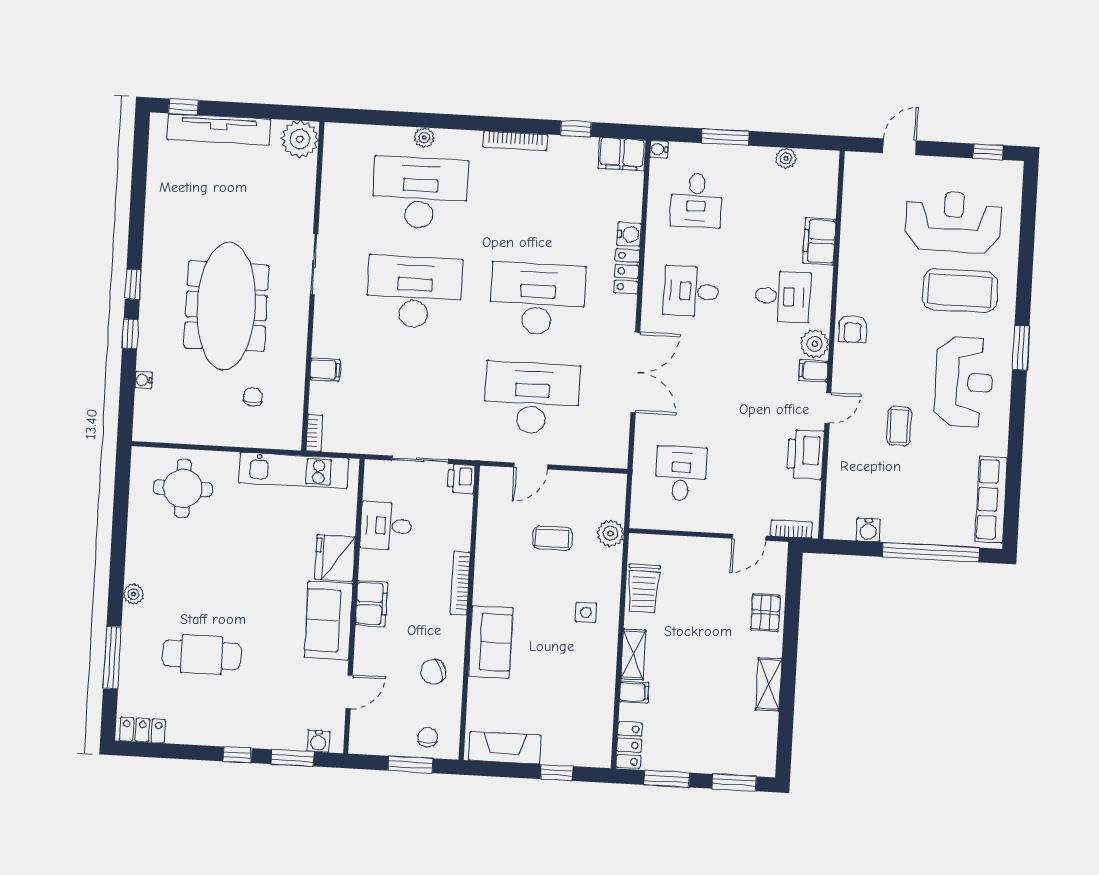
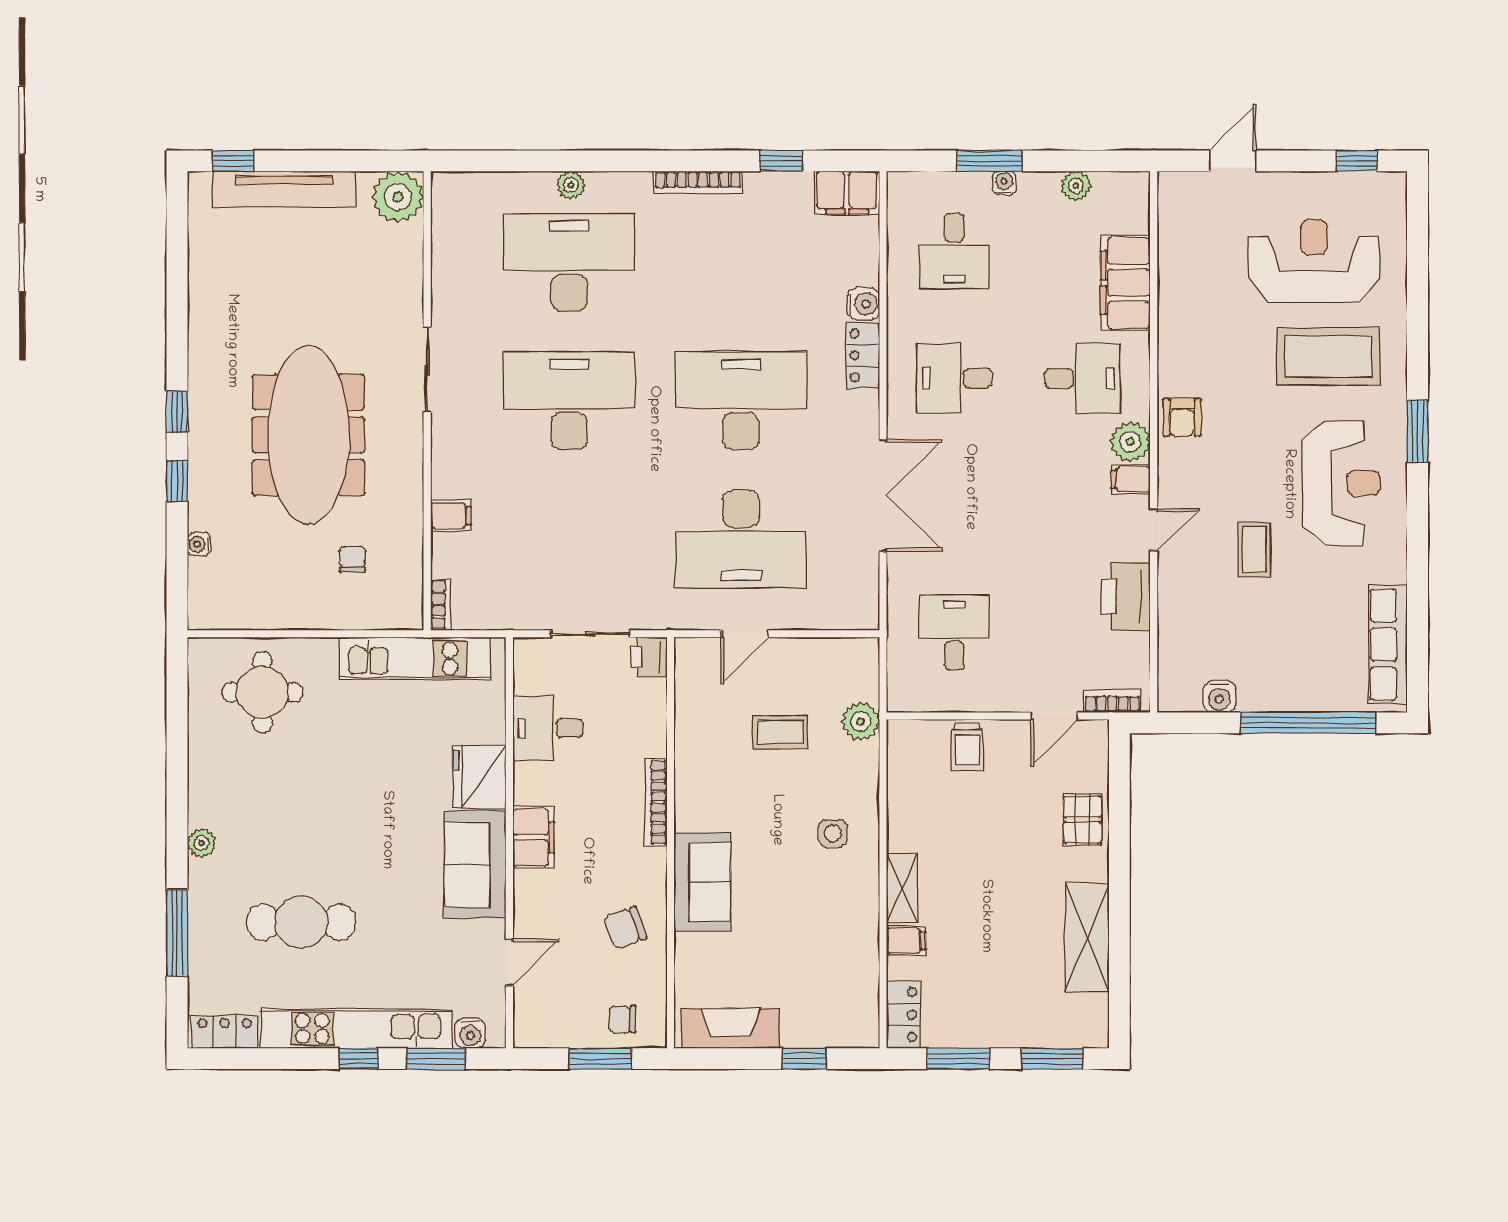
water cooler: (659, 149) -> (1004, 183), moved, turned 90
filing cabinet: (819, 241) -> (1125, 283), width x1.50, depth x1.17
desk: (532, 398) -> (741, 539), turned 180
trolley: (644, 588) -> (967, 747), moved, width x0.73, depth x0.72
shelving: (769, 684) -> (1087, 938), width x1.50, depth x1.33
kitchen unit: (237, 733) -> (356, 1029), added
chair: (428, 737) -> (622, 1019), turned -90

